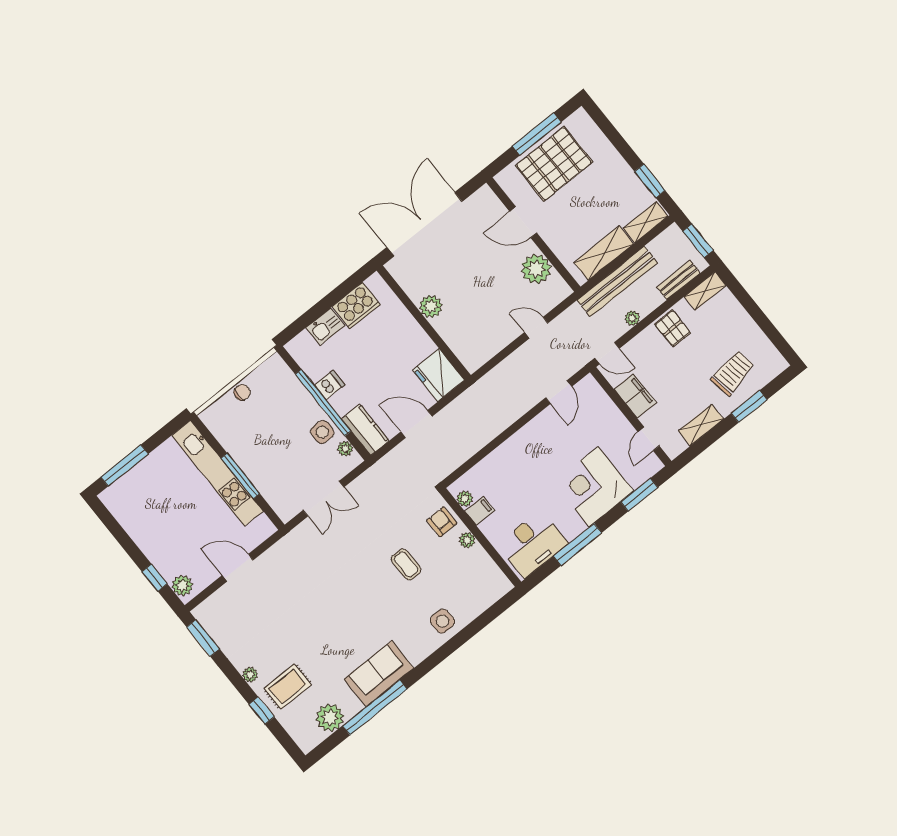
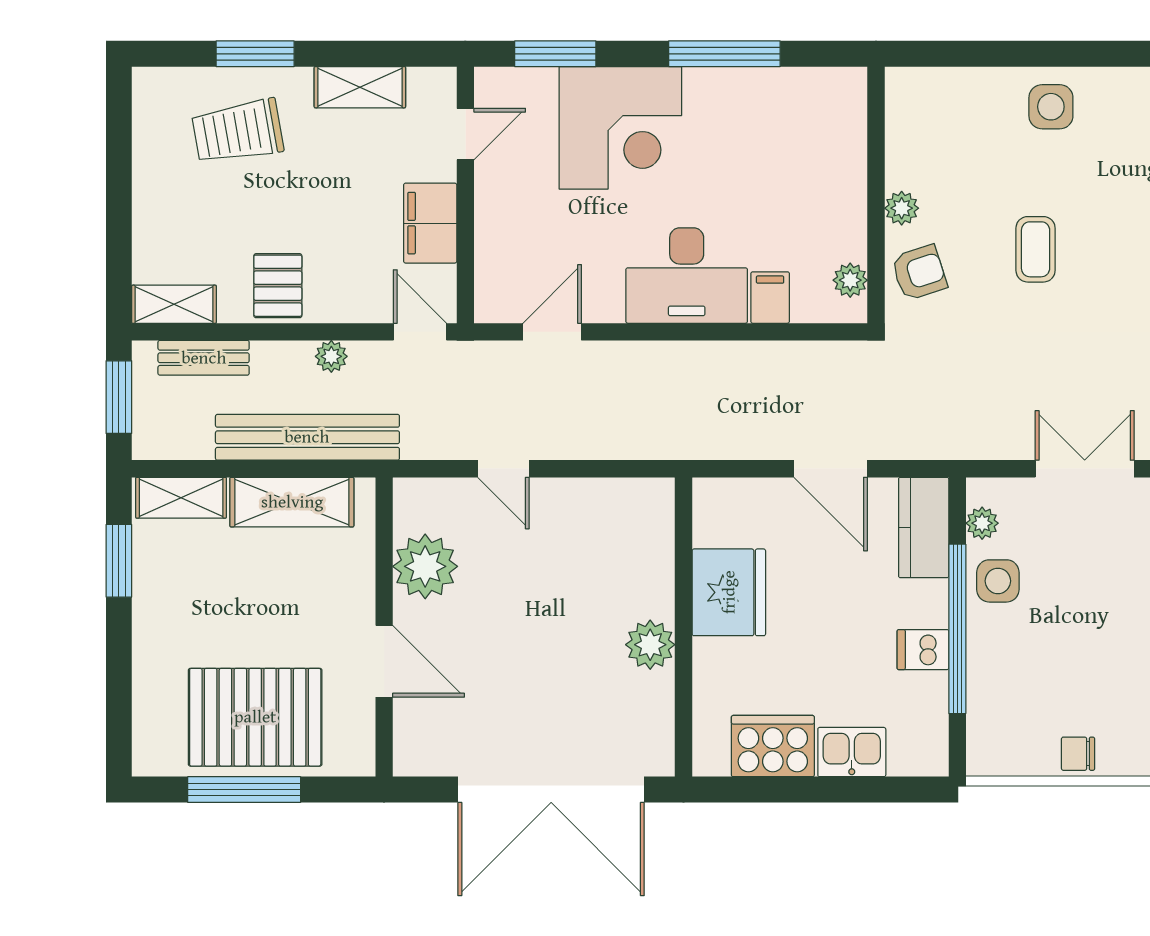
fridge: (438, 375) -> (729, 592), moved
filing cabinet: (480, 511) -> (770, 298), moved, turned 90
armchair: (442, 522) -> (919, 273), turned -108
desk: (533, 544) -> (687, 276), moved, turned 180

